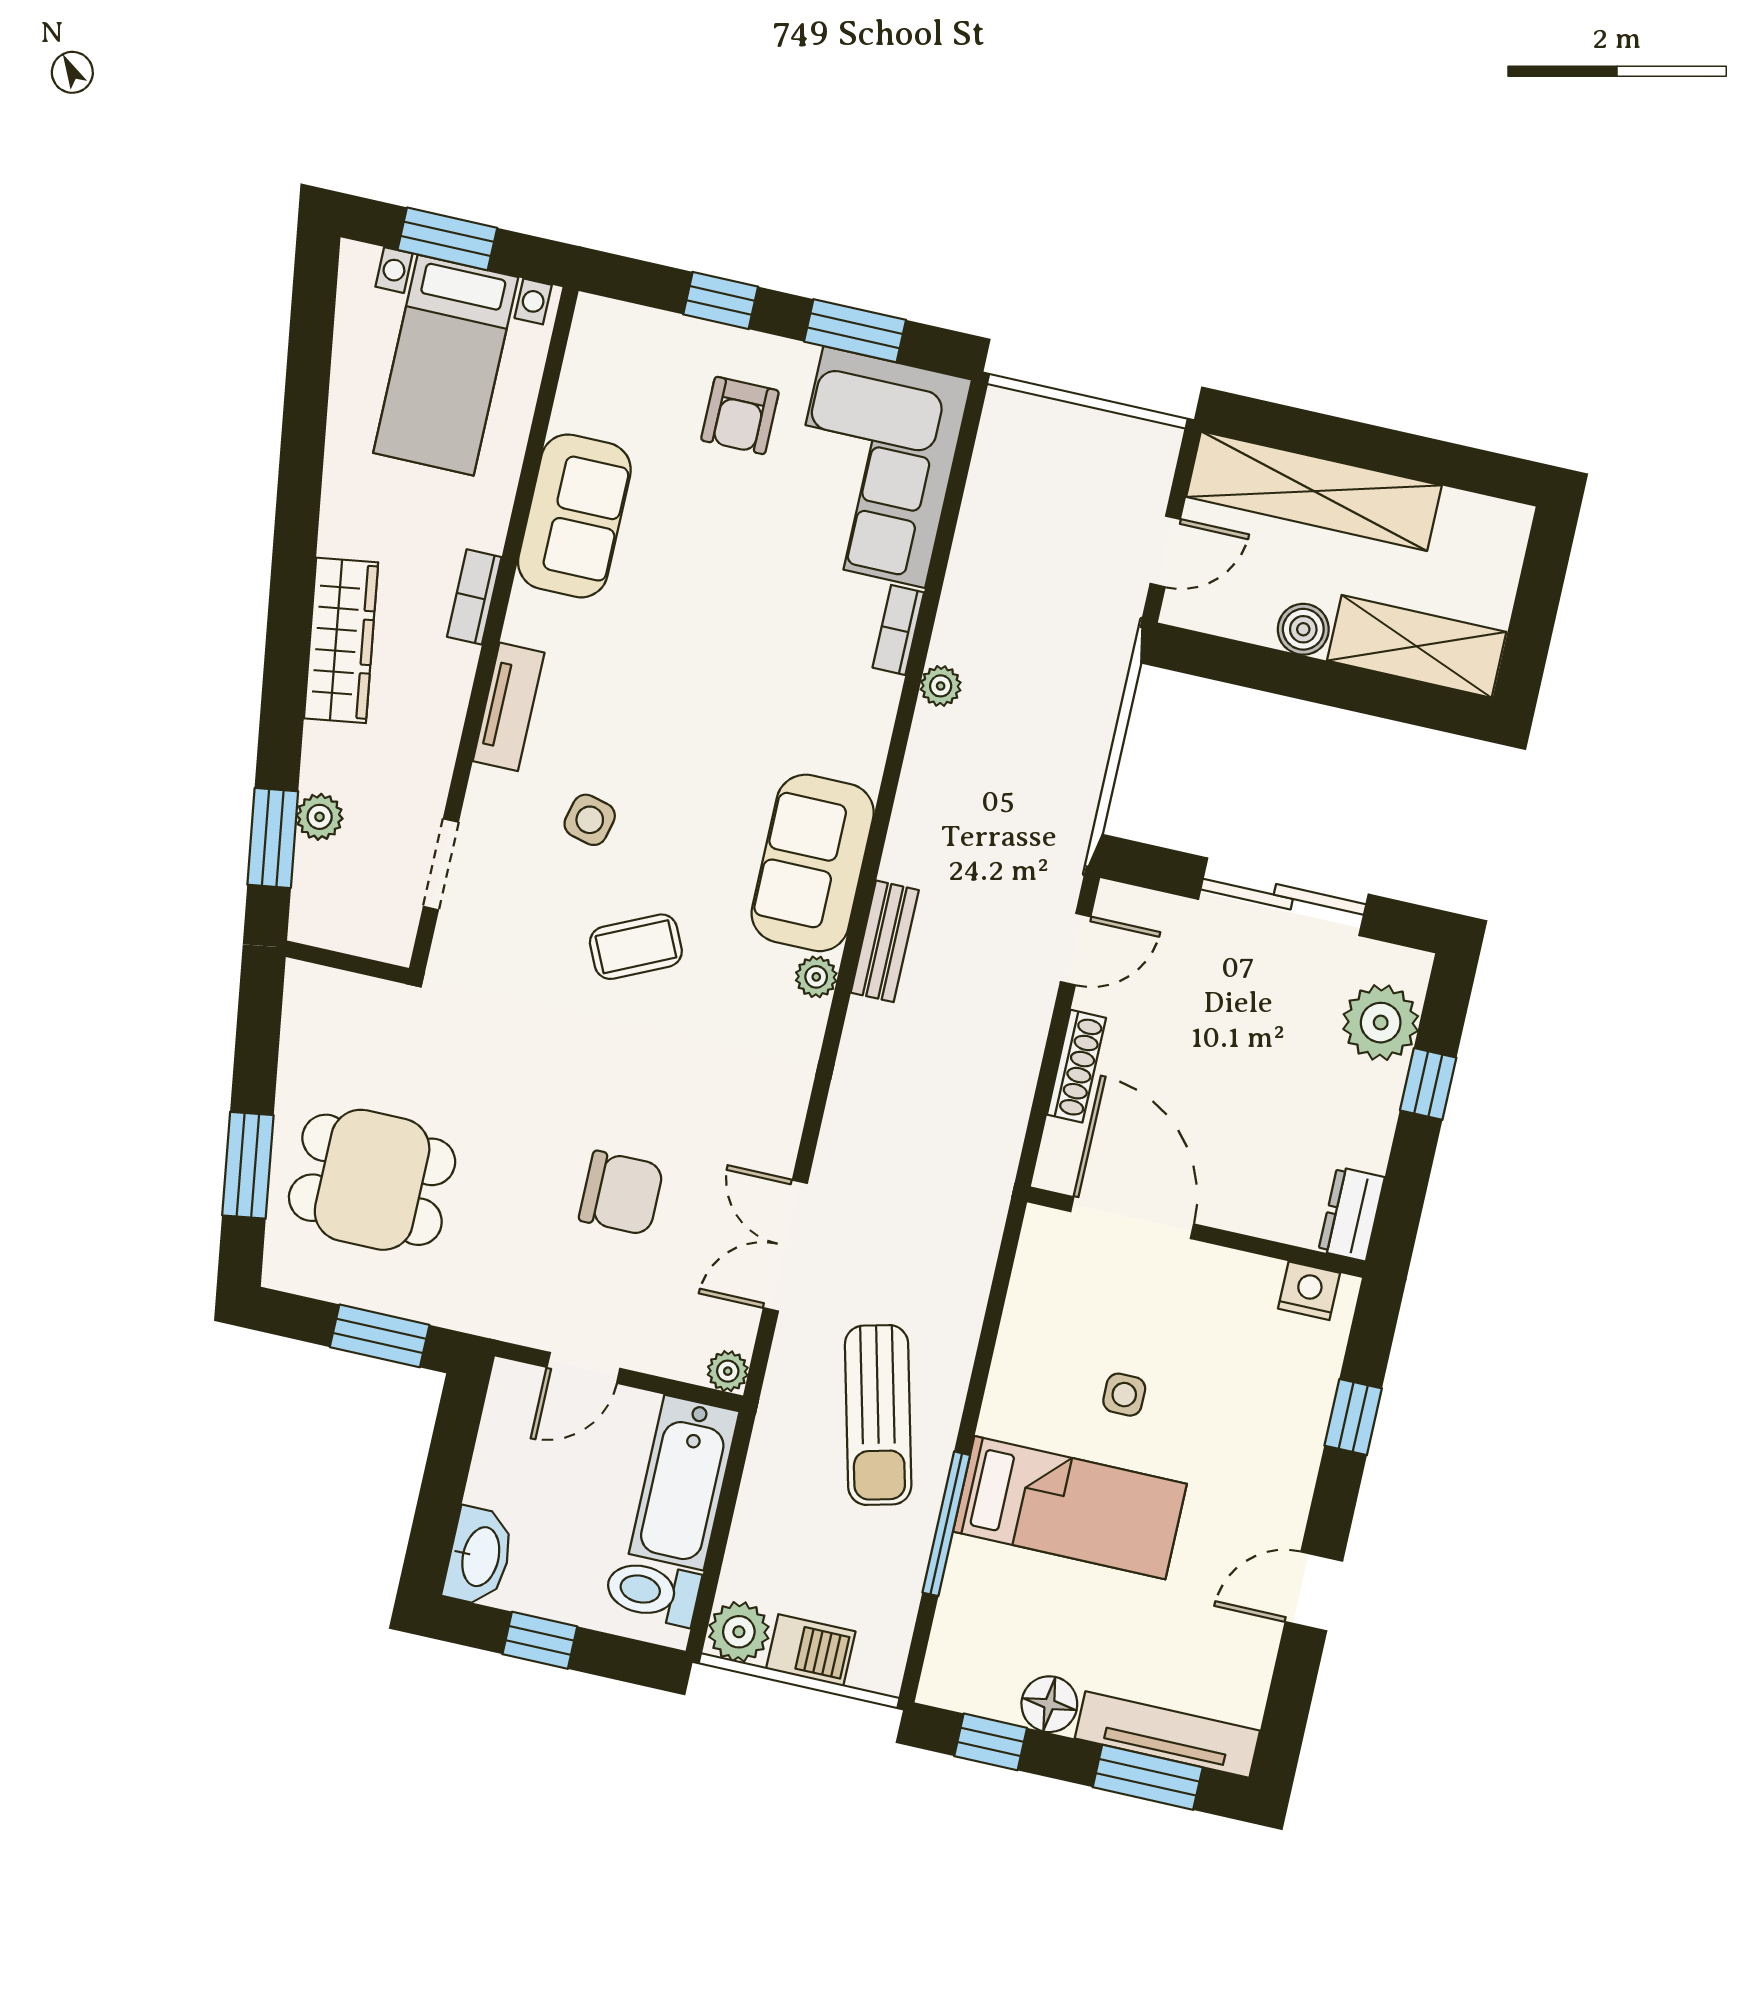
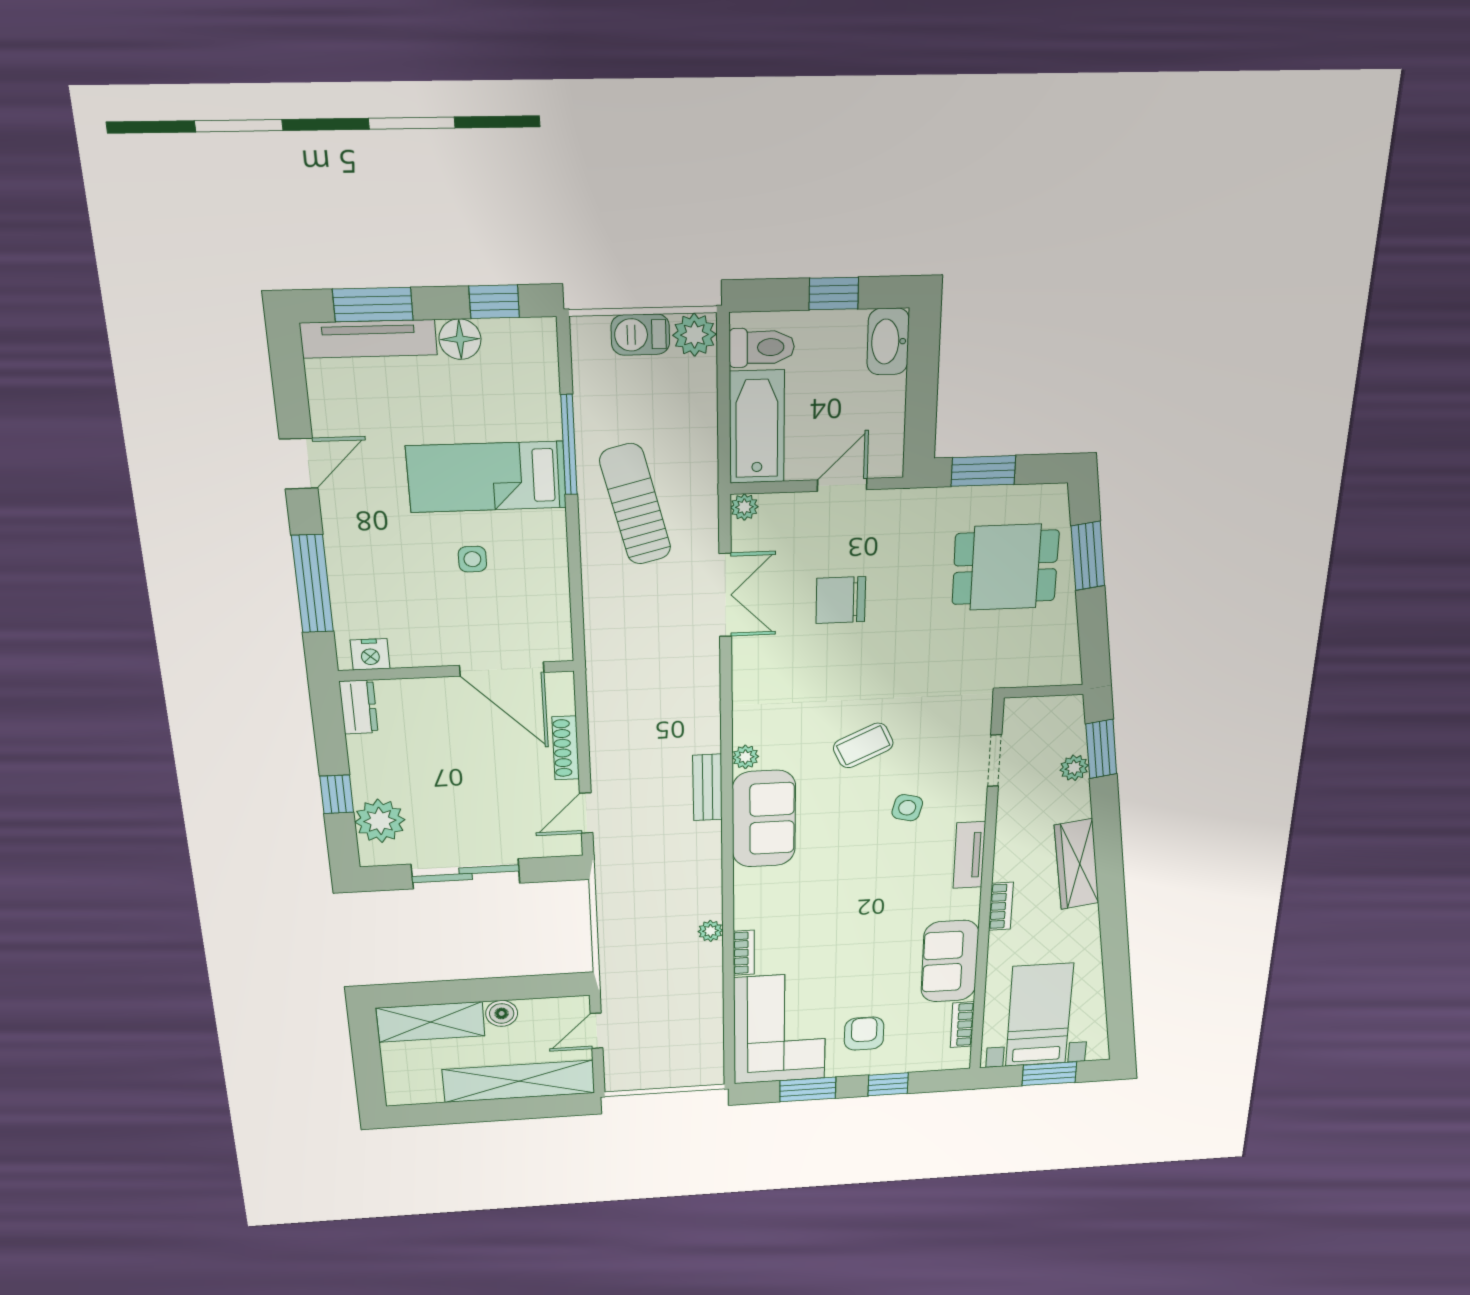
bookcase: (576, 384) -> (962, 1025), added
window: (1353, 1417) -> (313, 584), width x2.17

